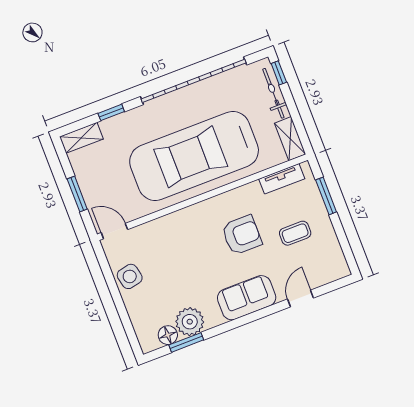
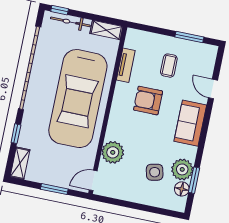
tv unit: (282, 179) -> (126, 65), moved
window: (326, 196) -> (189, 37), moved
plant: (159, 233) -> (113, 152), added
armchair: (242, 235) -> (148, 101), turned -90
side table: (130, 276) -> (155, 172), moved

